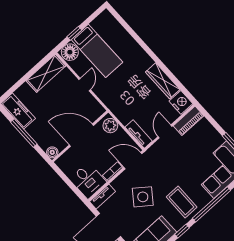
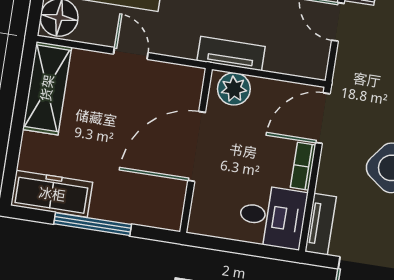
tv unit: (139, 134) -> (231, 54), moved
boiler: (52, 152) -> (170, 218), removed

